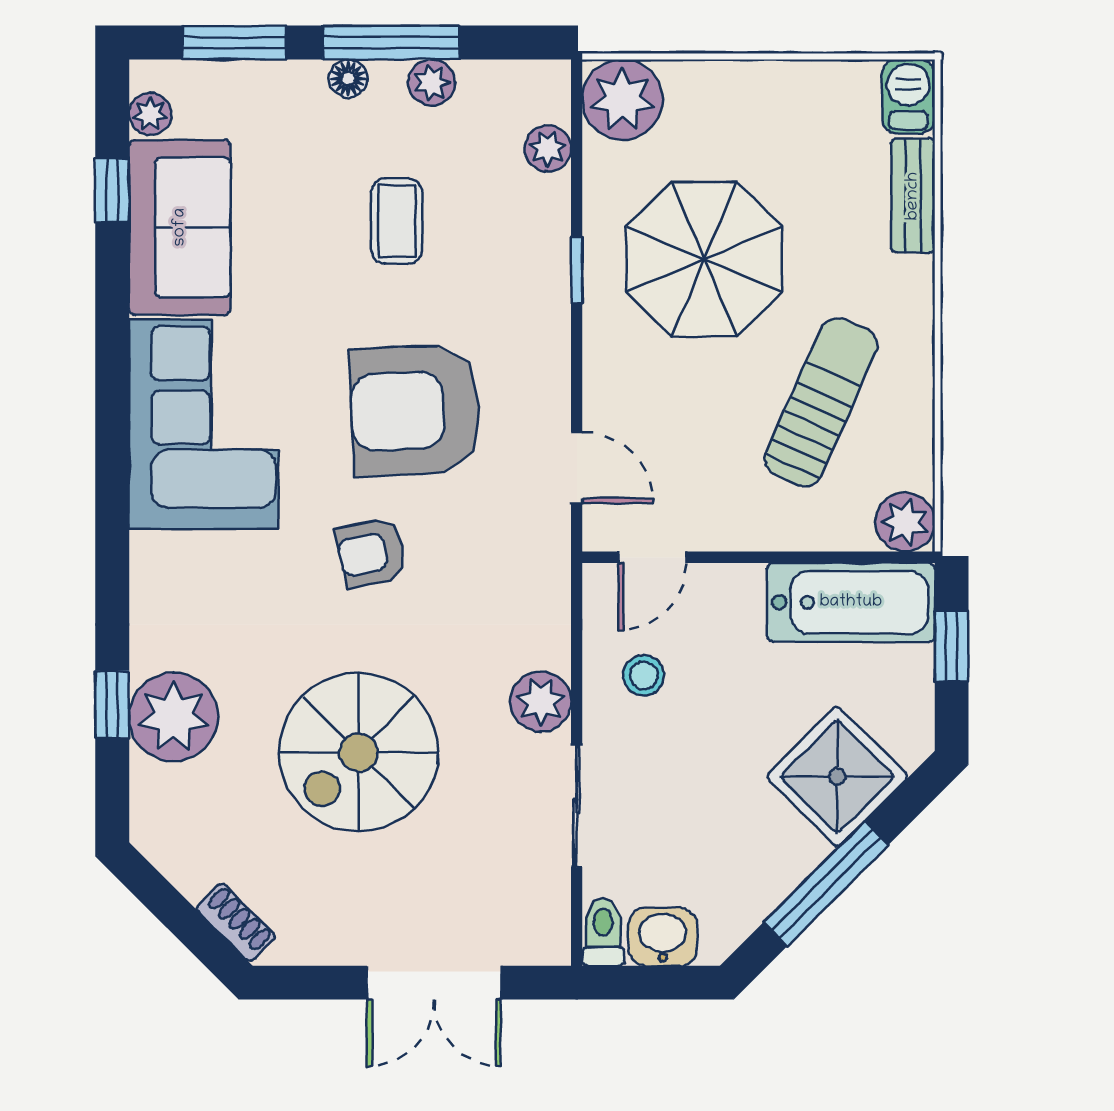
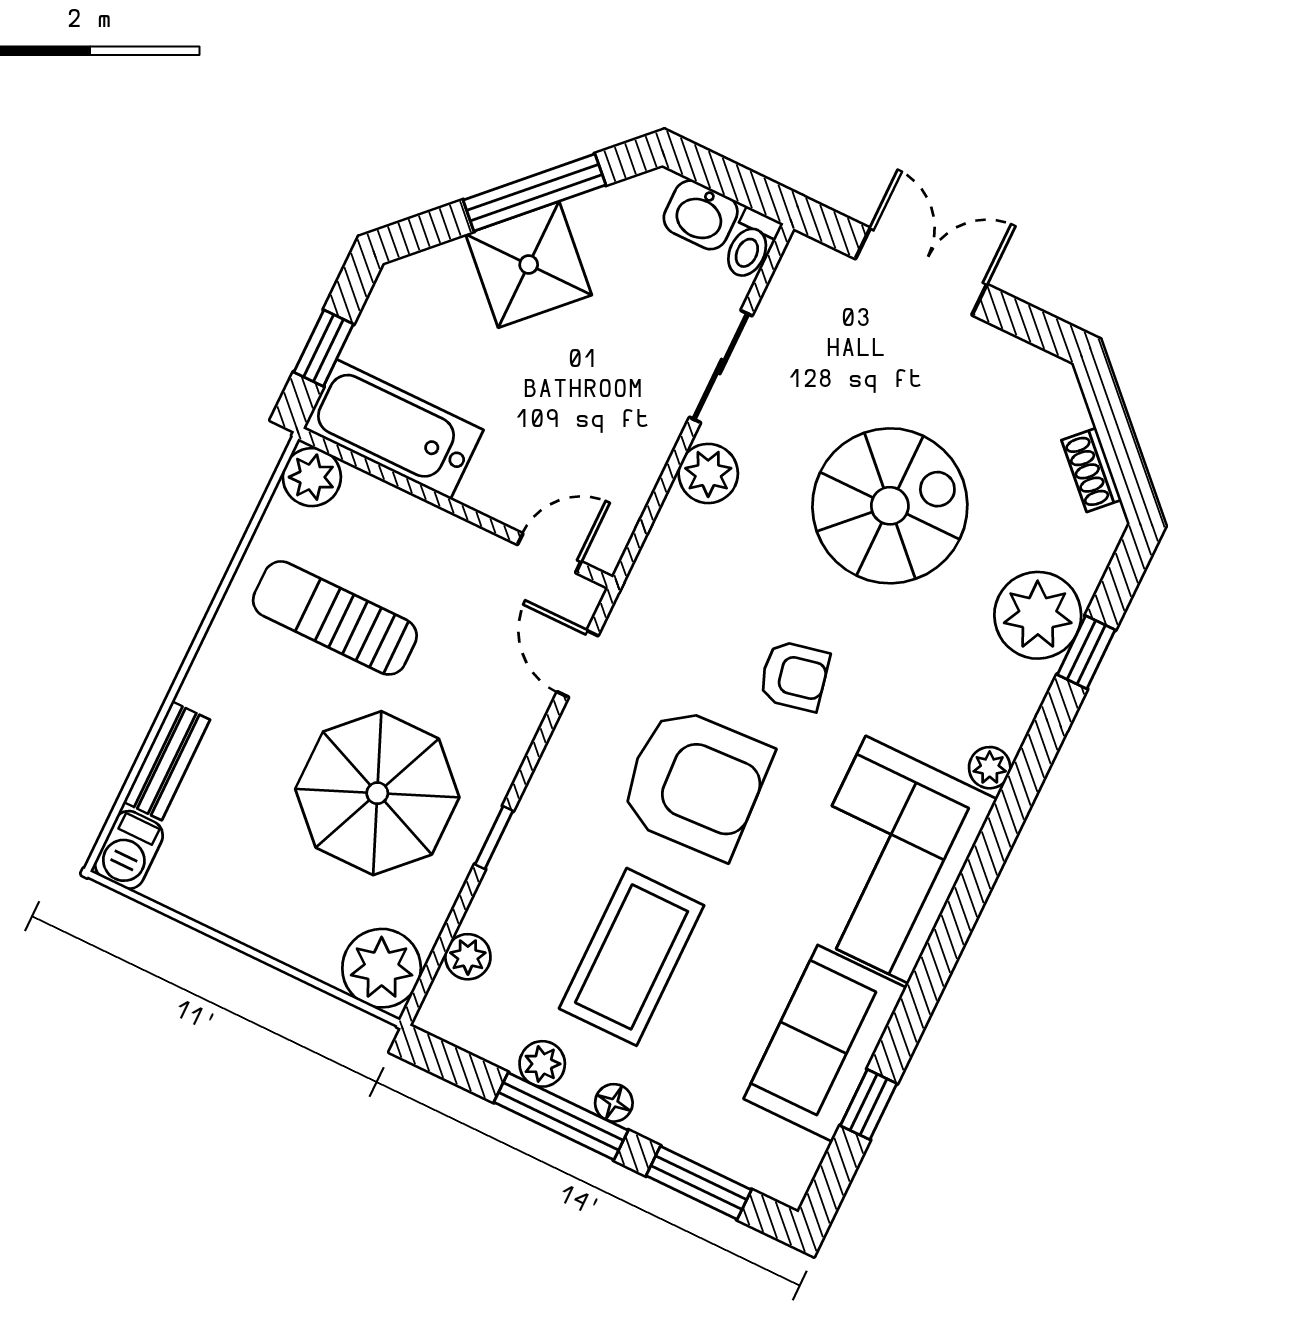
plant: (150, 114) -> (990, 768), moved
coffee table: (397, 221) -> (632, 957), width x1.86, depth x1.72
sun lounger: (821, 402) -> (335, 618), turned 66
stool: (644, 675) -> (607, 453), removed
shower: (837, 776) -> (529, 265), moved
shoe rack: (236, 922) -> (1091, 470), moved

